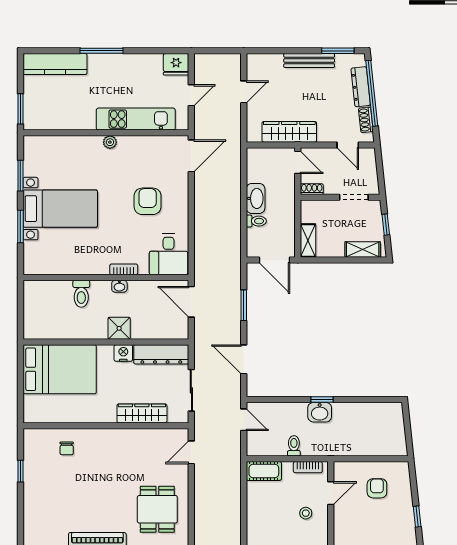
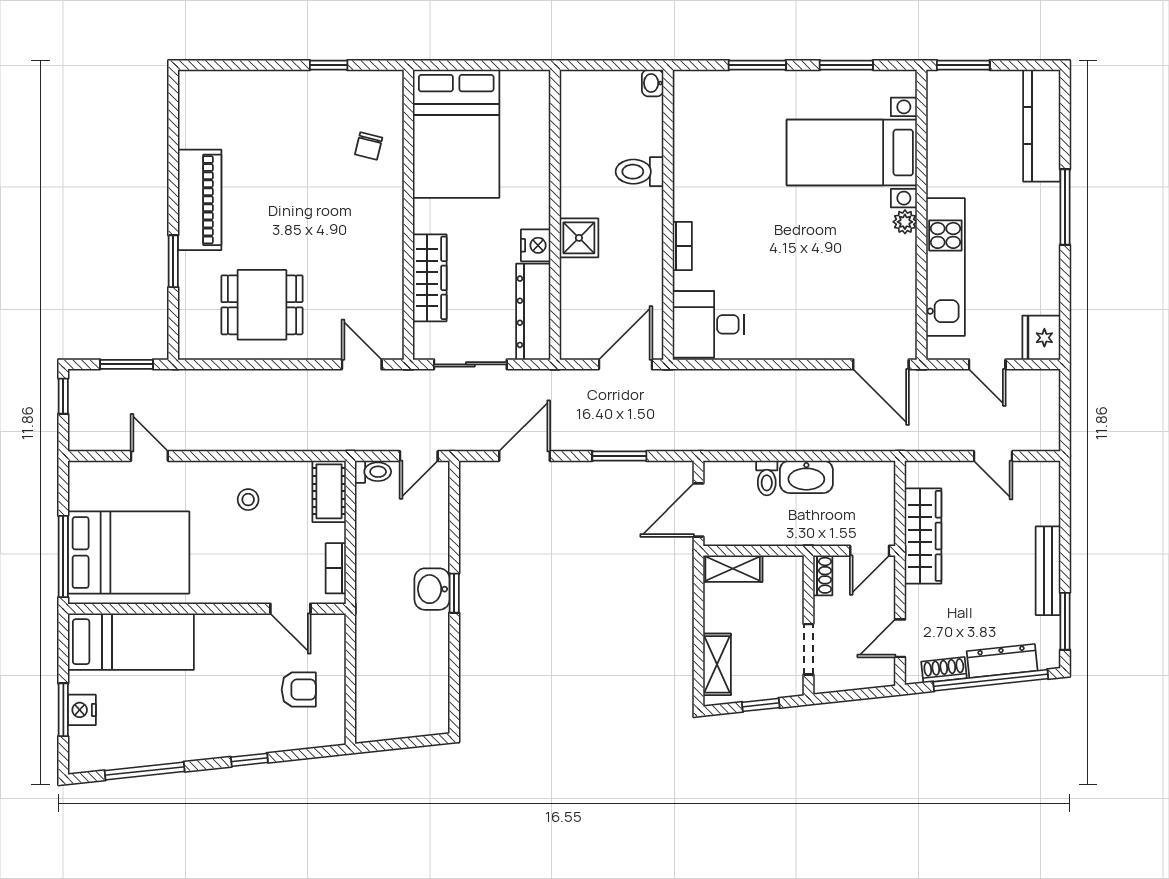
armchair: (148, 201) -> (801, 288), removed
bed with nightstands: (60, 209) -> (852, 152), moved, turned 90
washbasin: (119, 286) -> (653, 83), moved
bed: (60, 369) -> (456, 134), moved
toilet: (294, 446) -> (373, 472), moved
chair: (67, 448) -> (369, 146), turned -76
stool: (306, 513) -> (248, 500), moved

